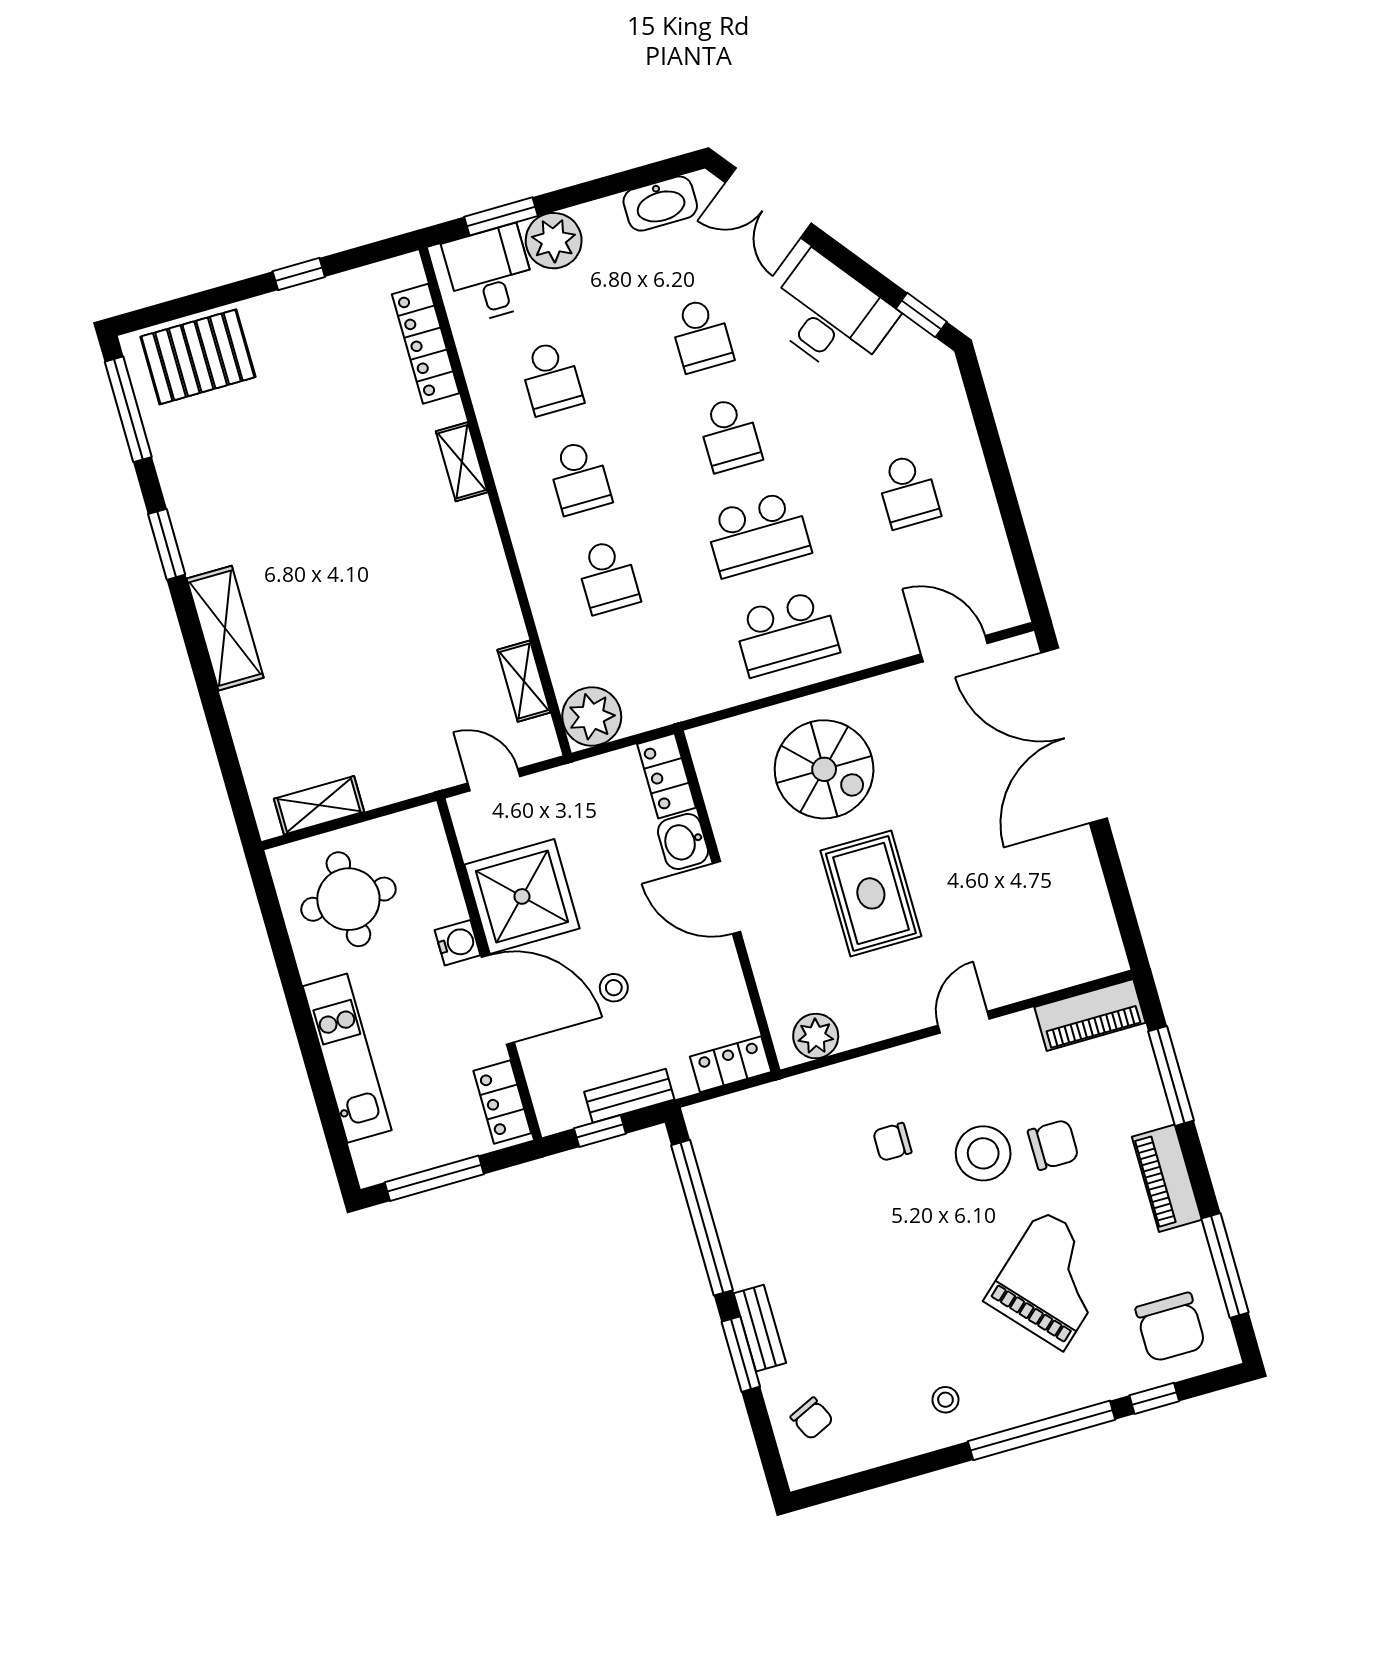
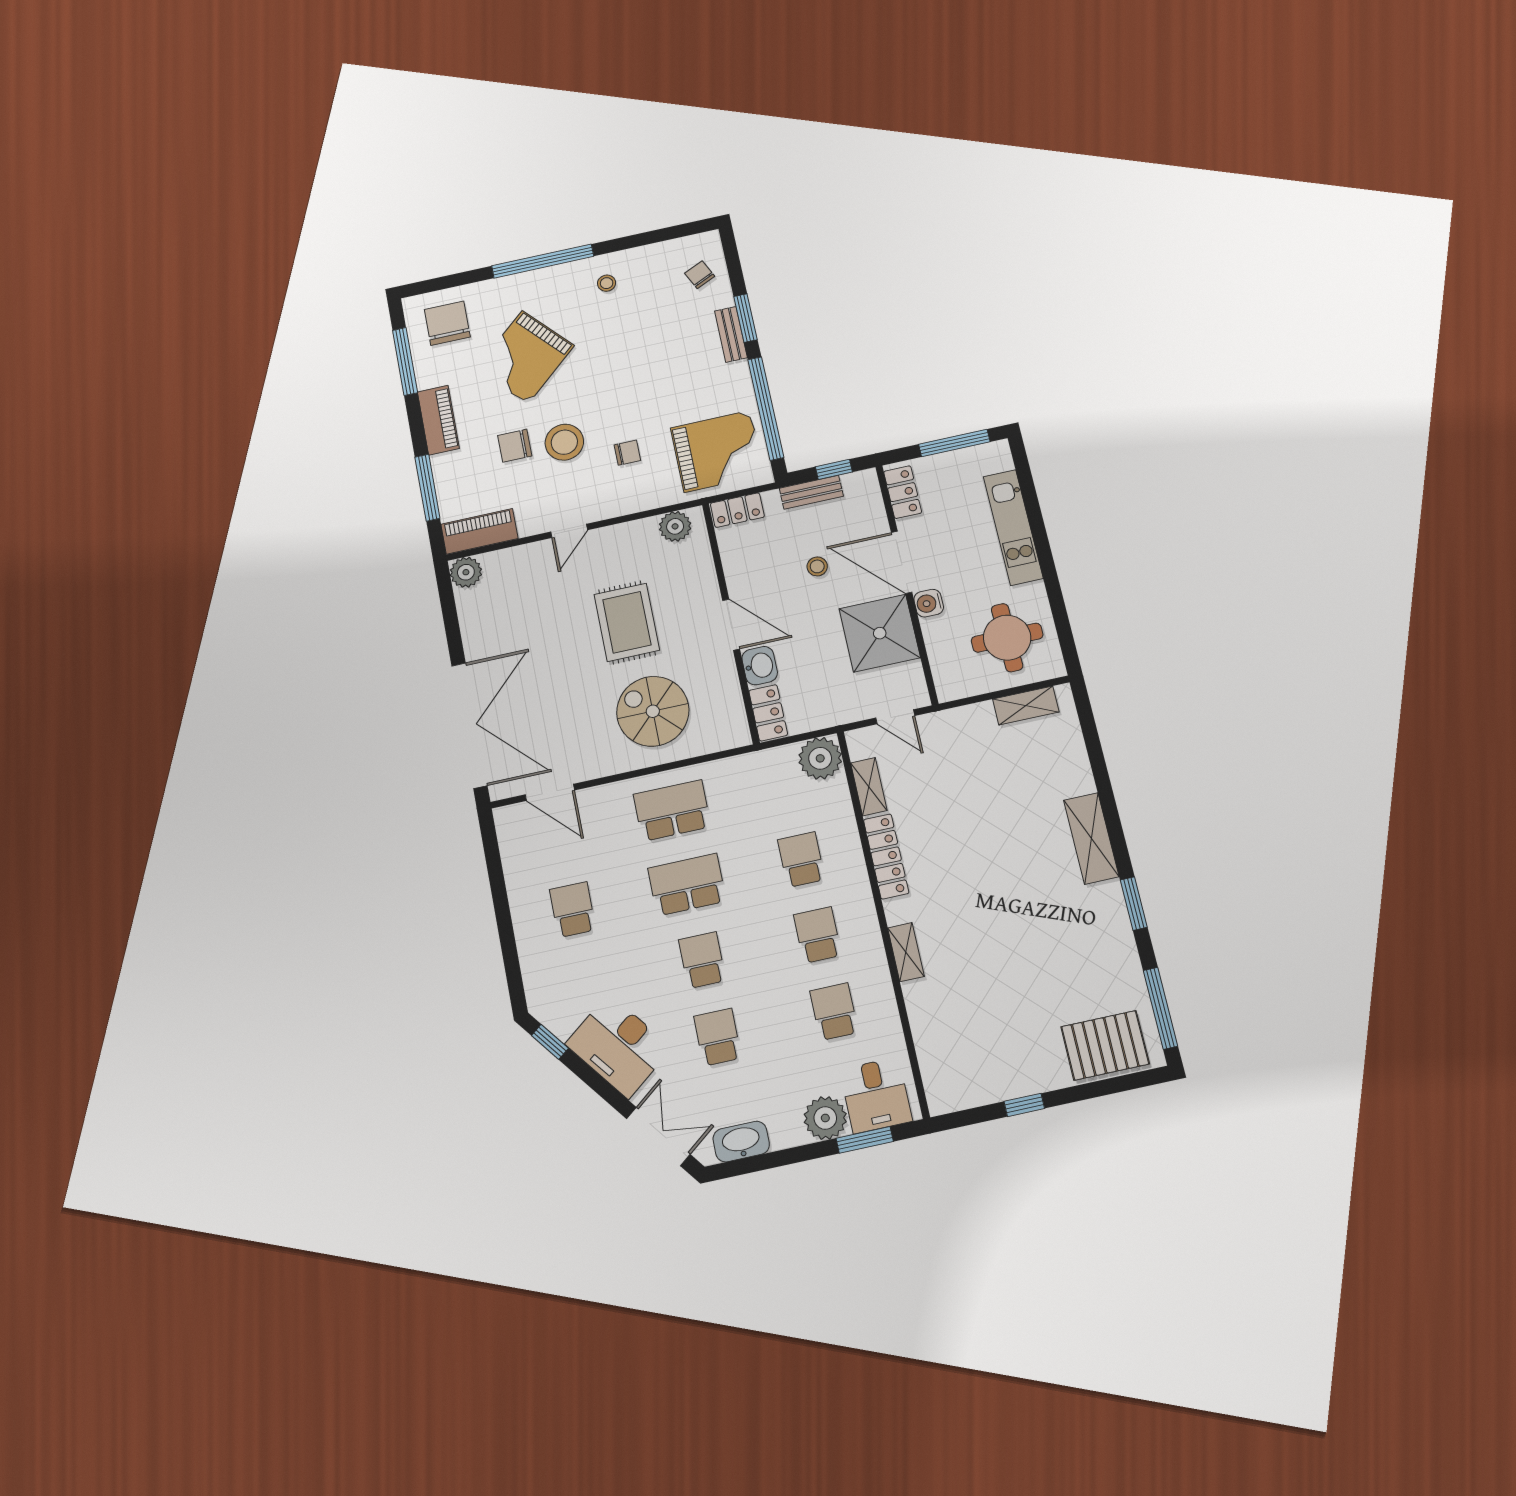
locker: (426, 344) -> (886, 856), moved
plant: (1103, 954) -> (466, 572), added
grand piano: (766, 1150) -> (717, 451), added
window: (1154, 1398) -> (464, 278), removed

